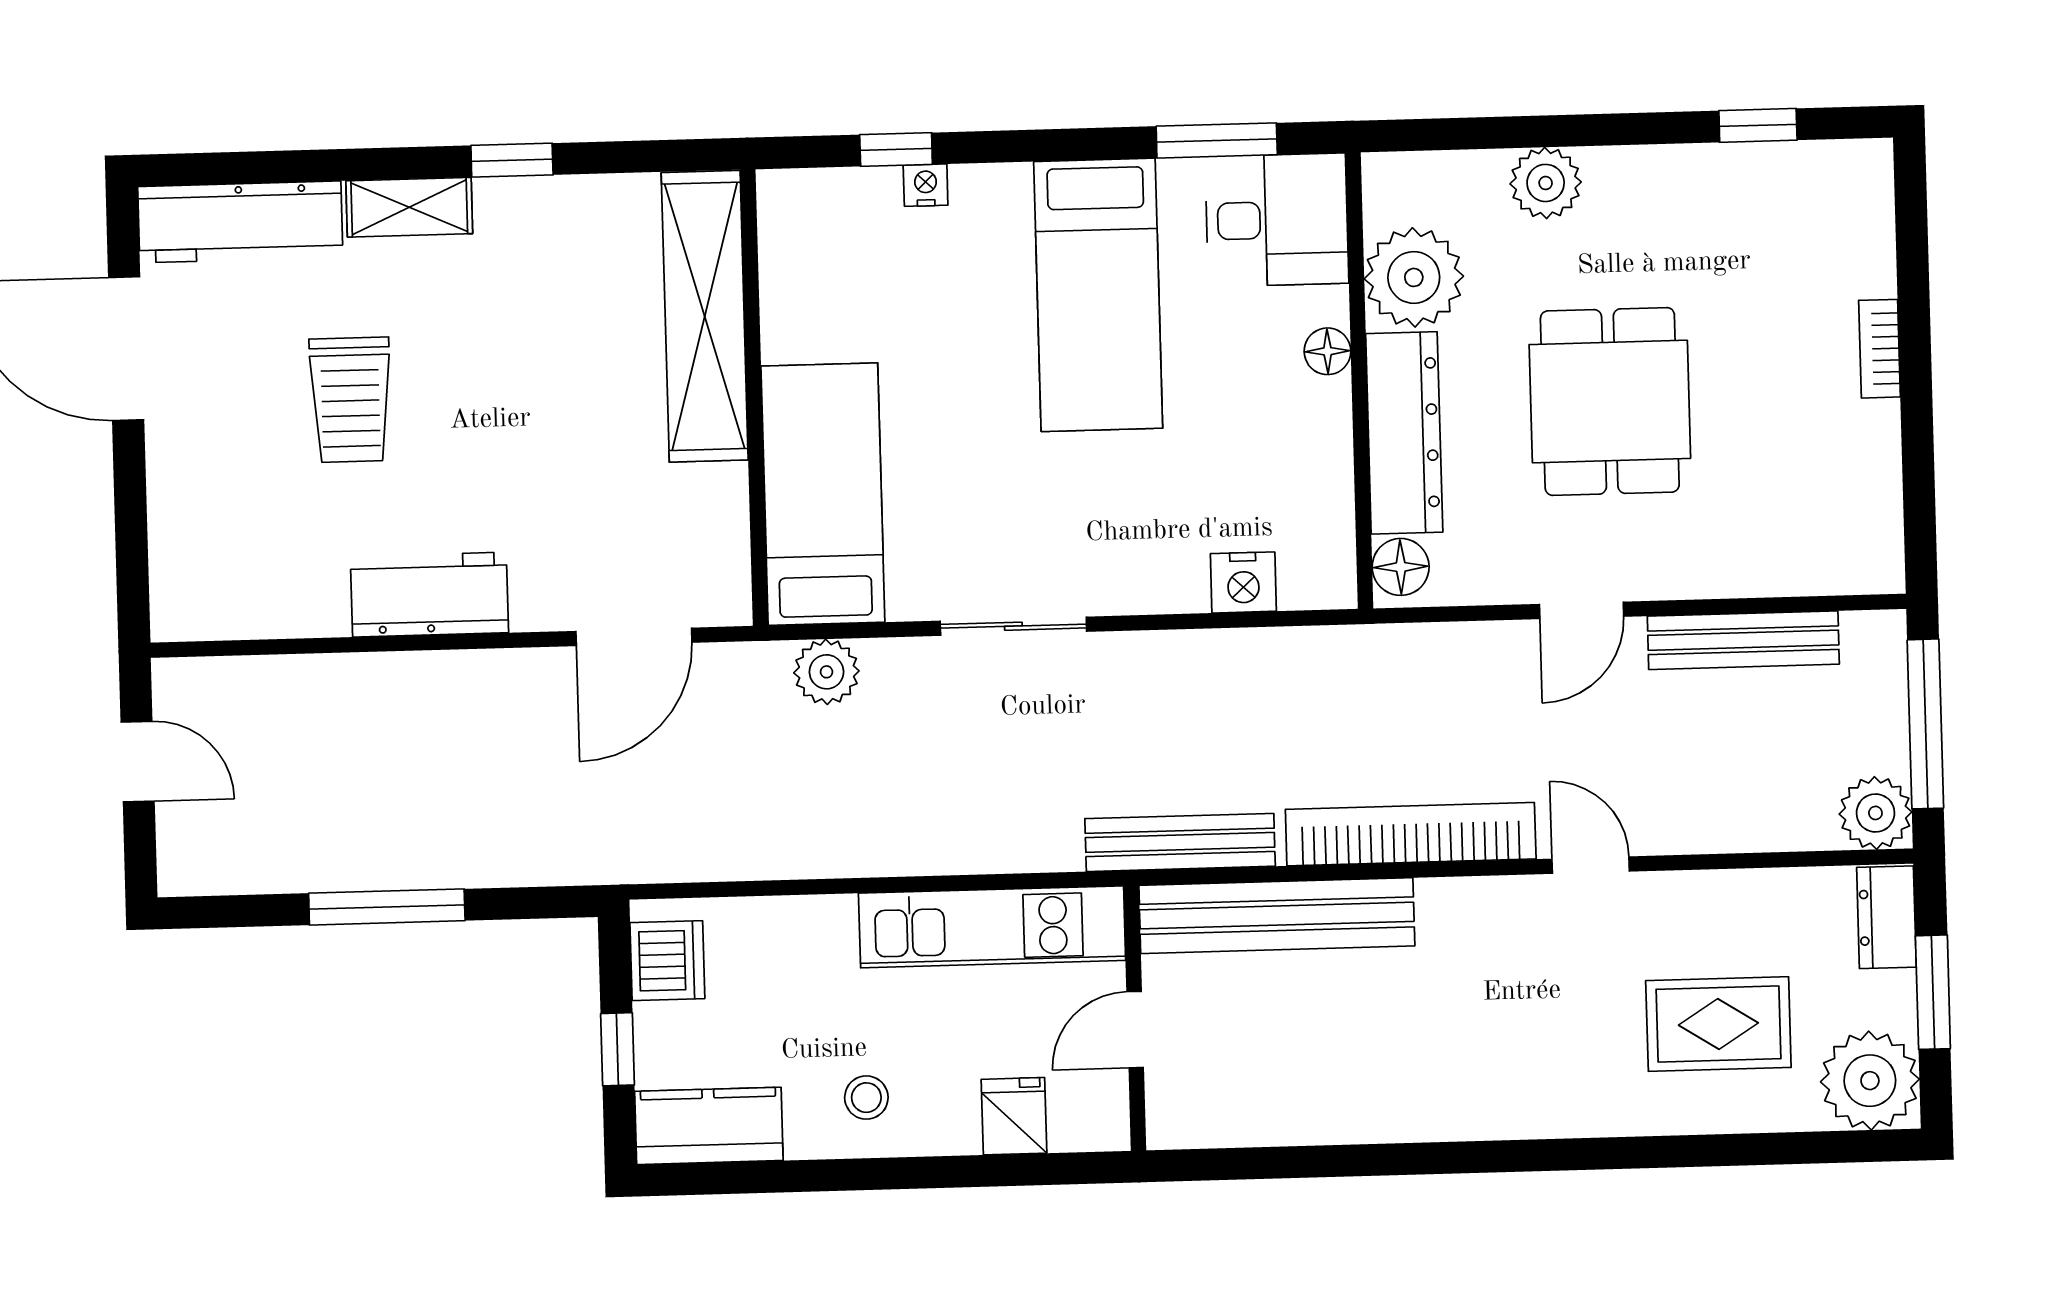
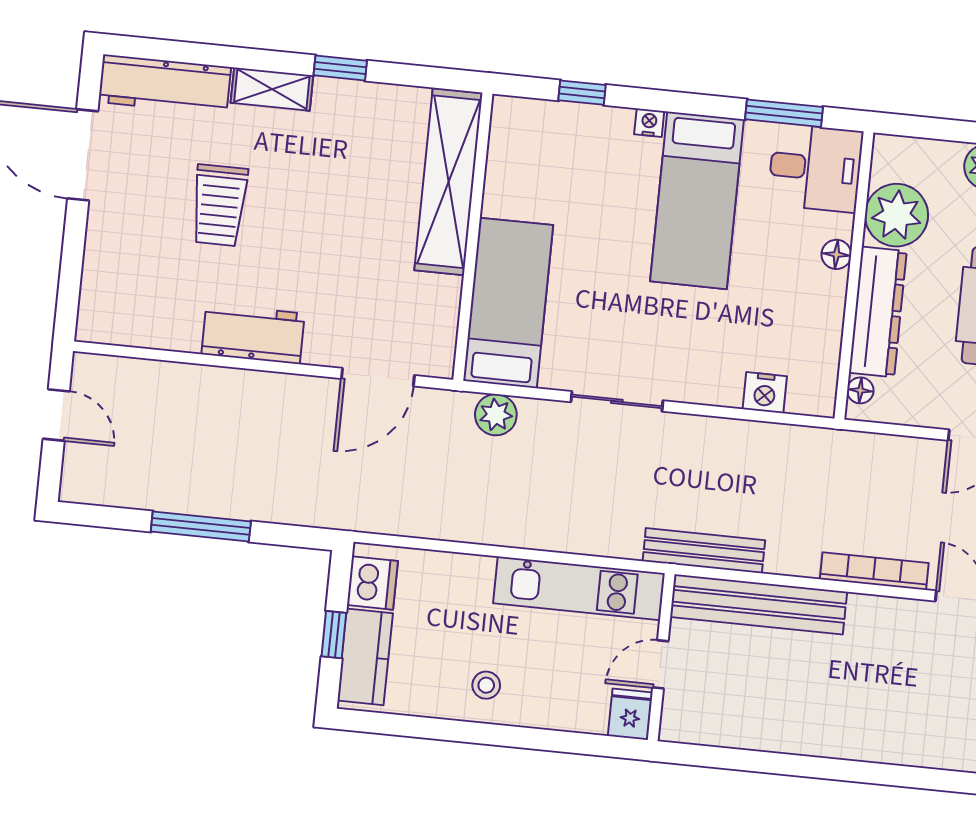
nightstand: (926, 185) -> (649, 123), moved
floor lamp: (1401, 567) -> (860, 390), width x0.73, depth x0.73
bookcase: (1411, 834) -> (874, 571), width x0.68, depth x0.76
fridge: (1014, 1116) -> (630, 714), moved
kitchen counter: (709, 1126) -> (365, 657), moved, turned 90

